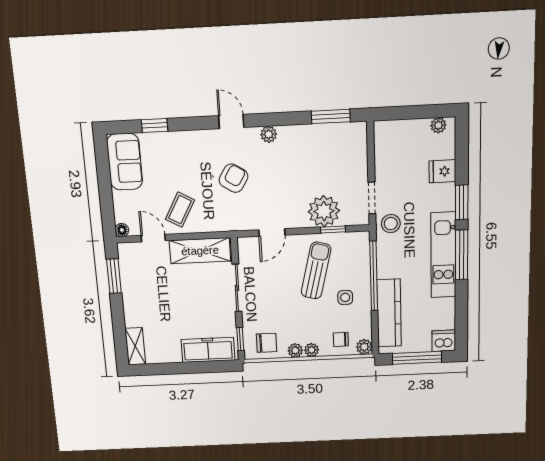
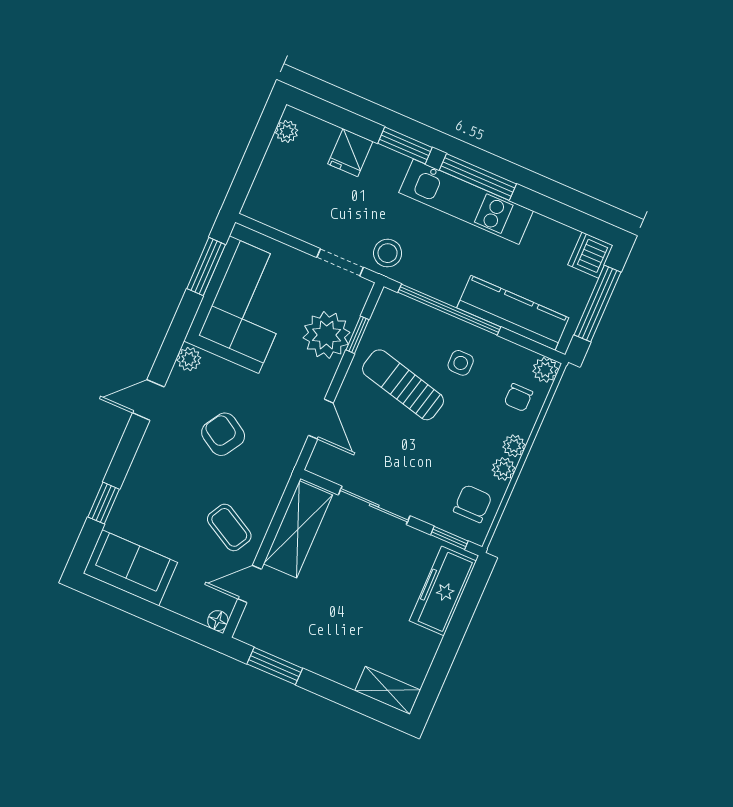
corner sofa: (318, 152) -> (244, 305), added

